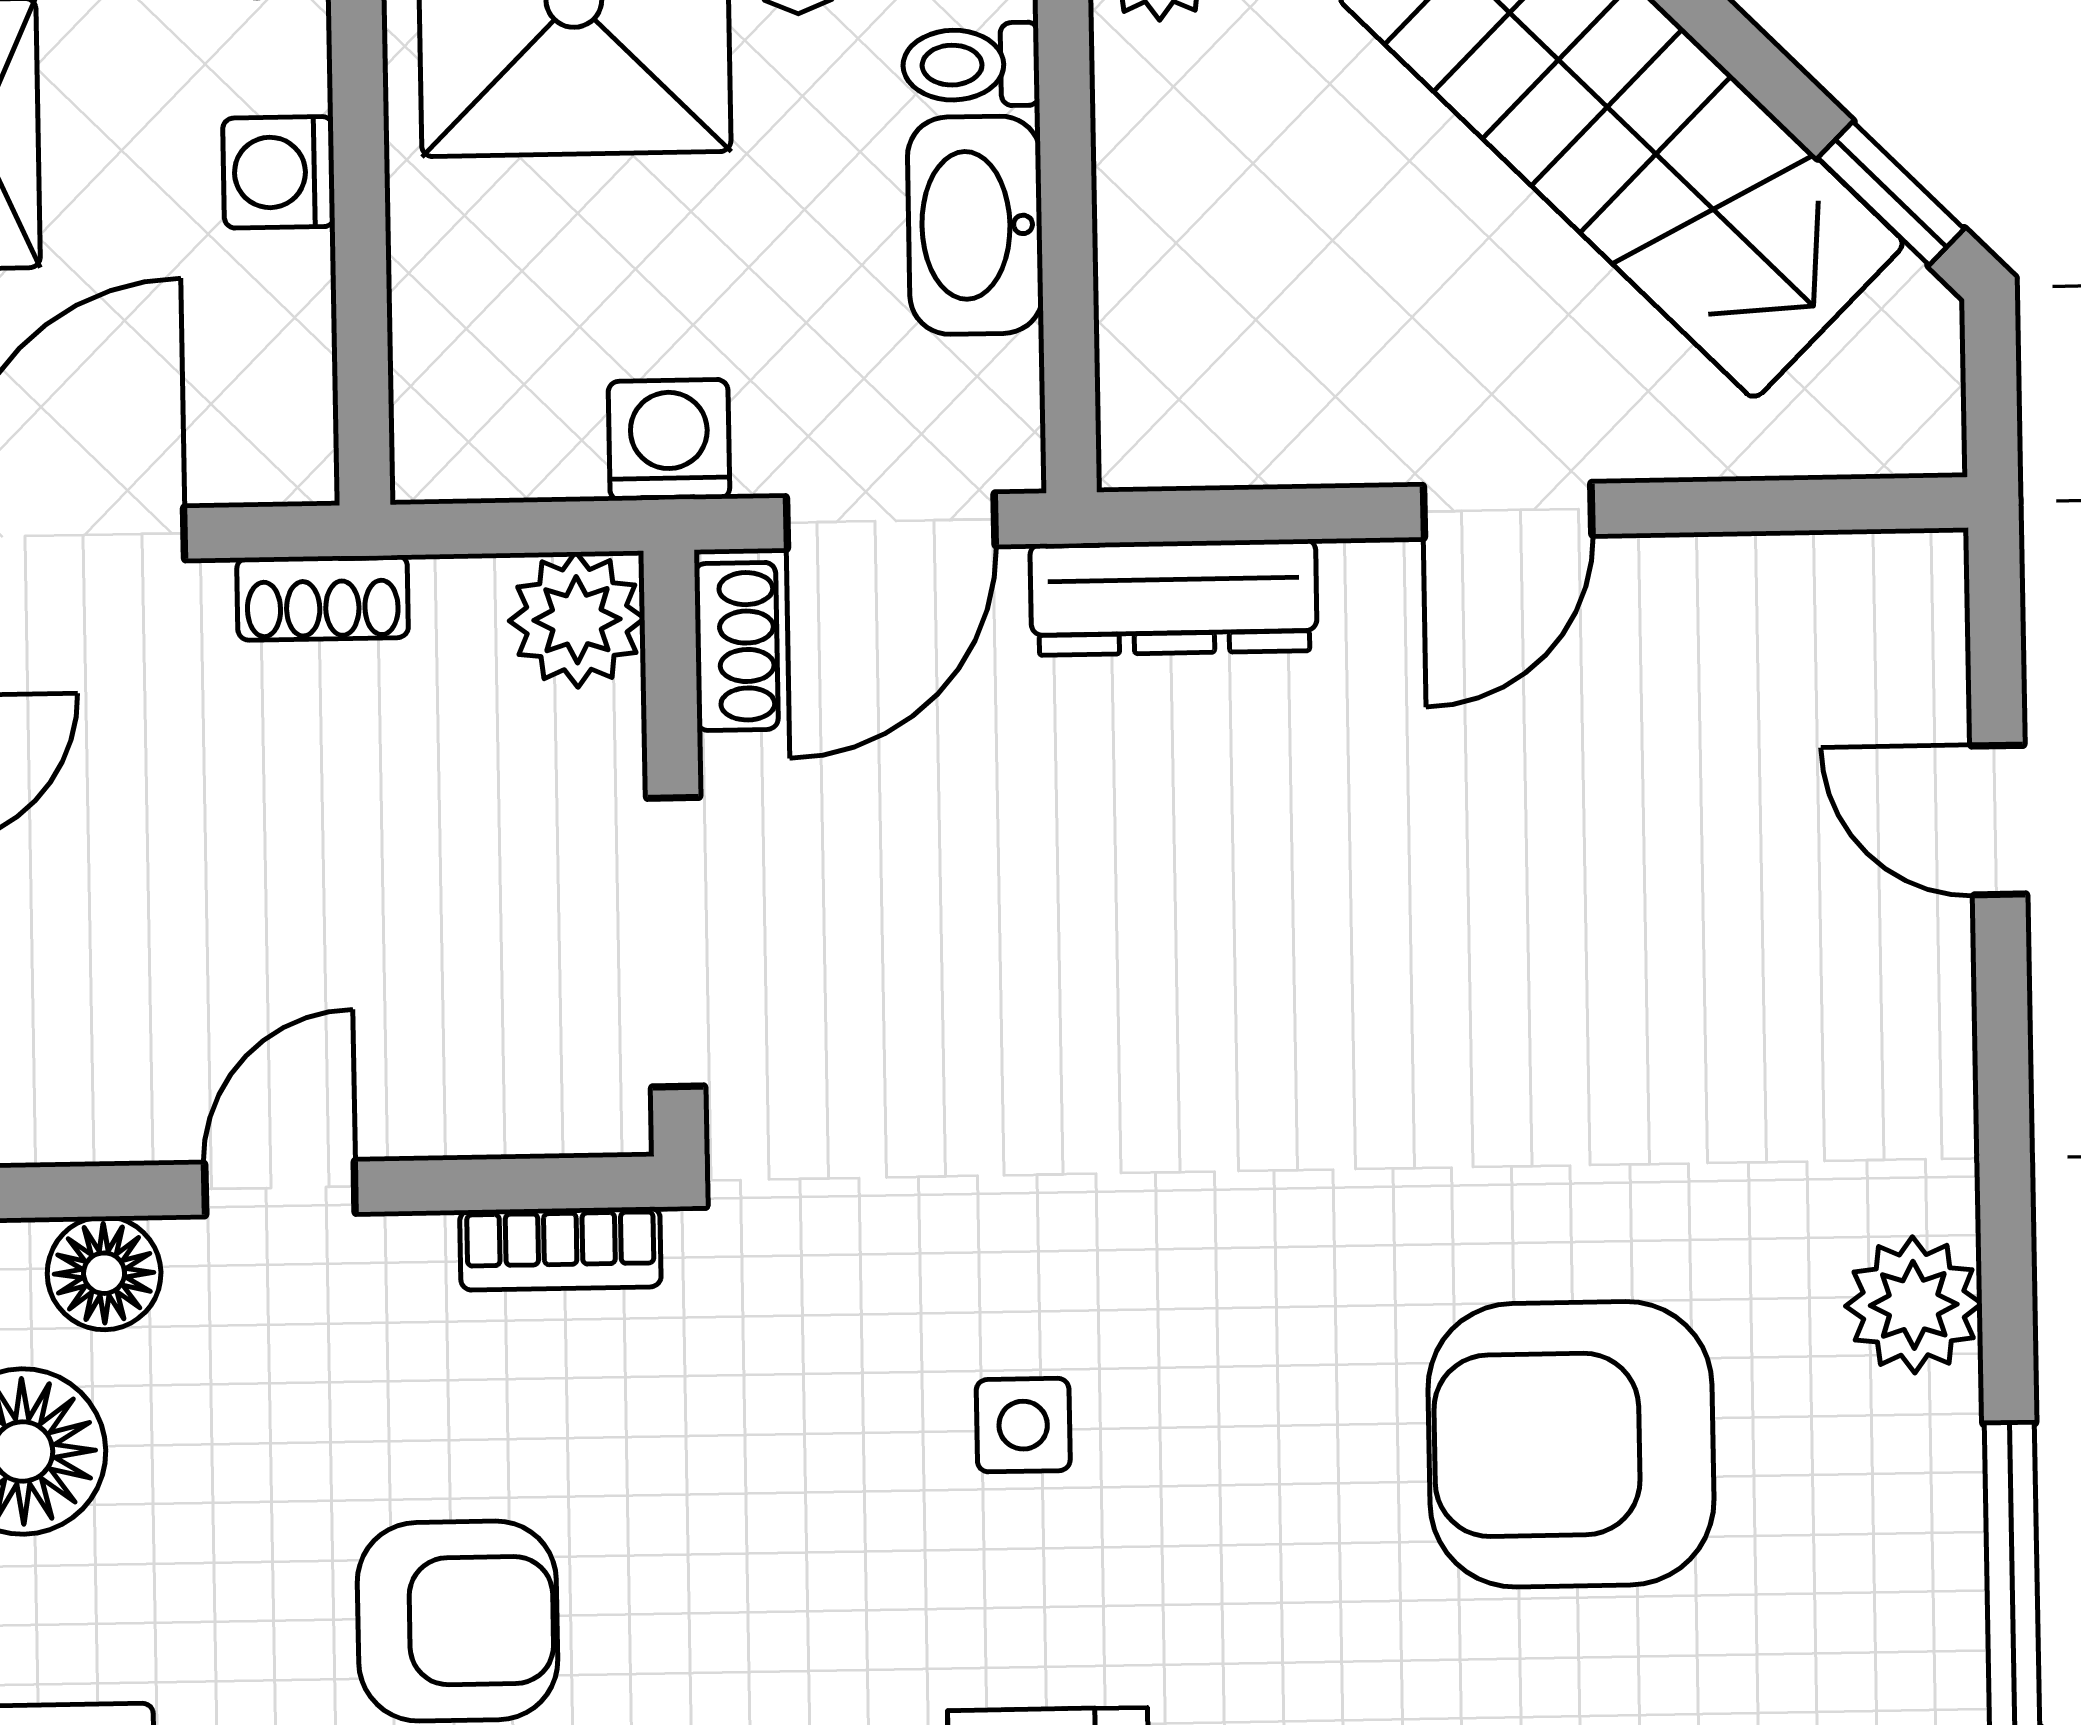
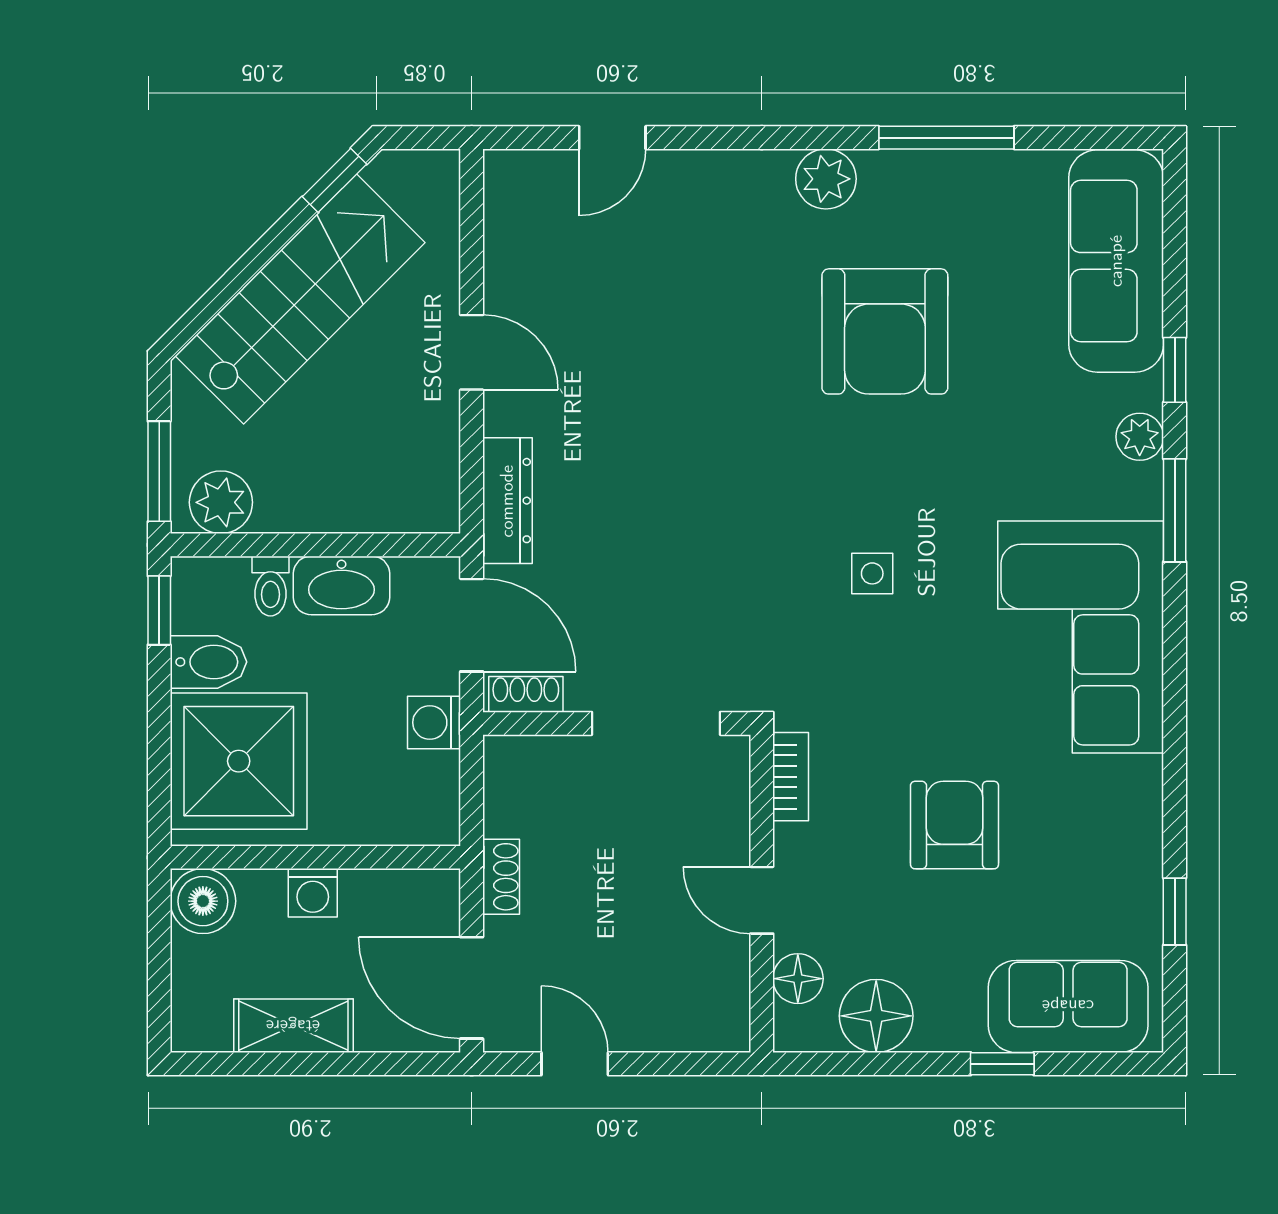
plant: (577, 620) -> (513, 765), removed

